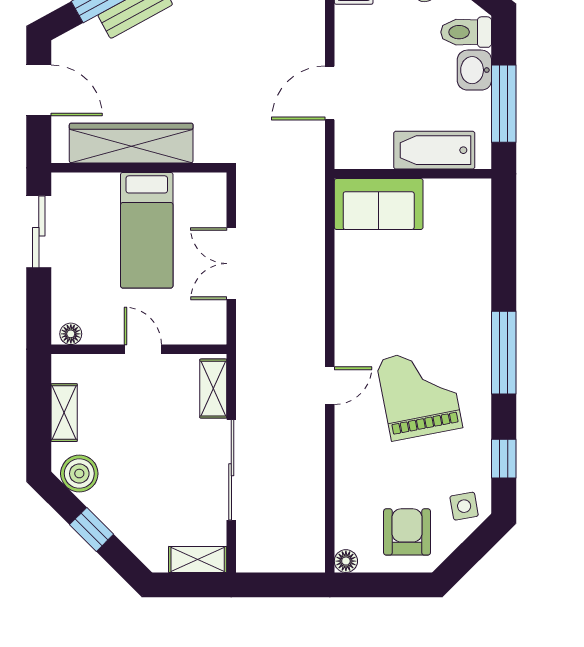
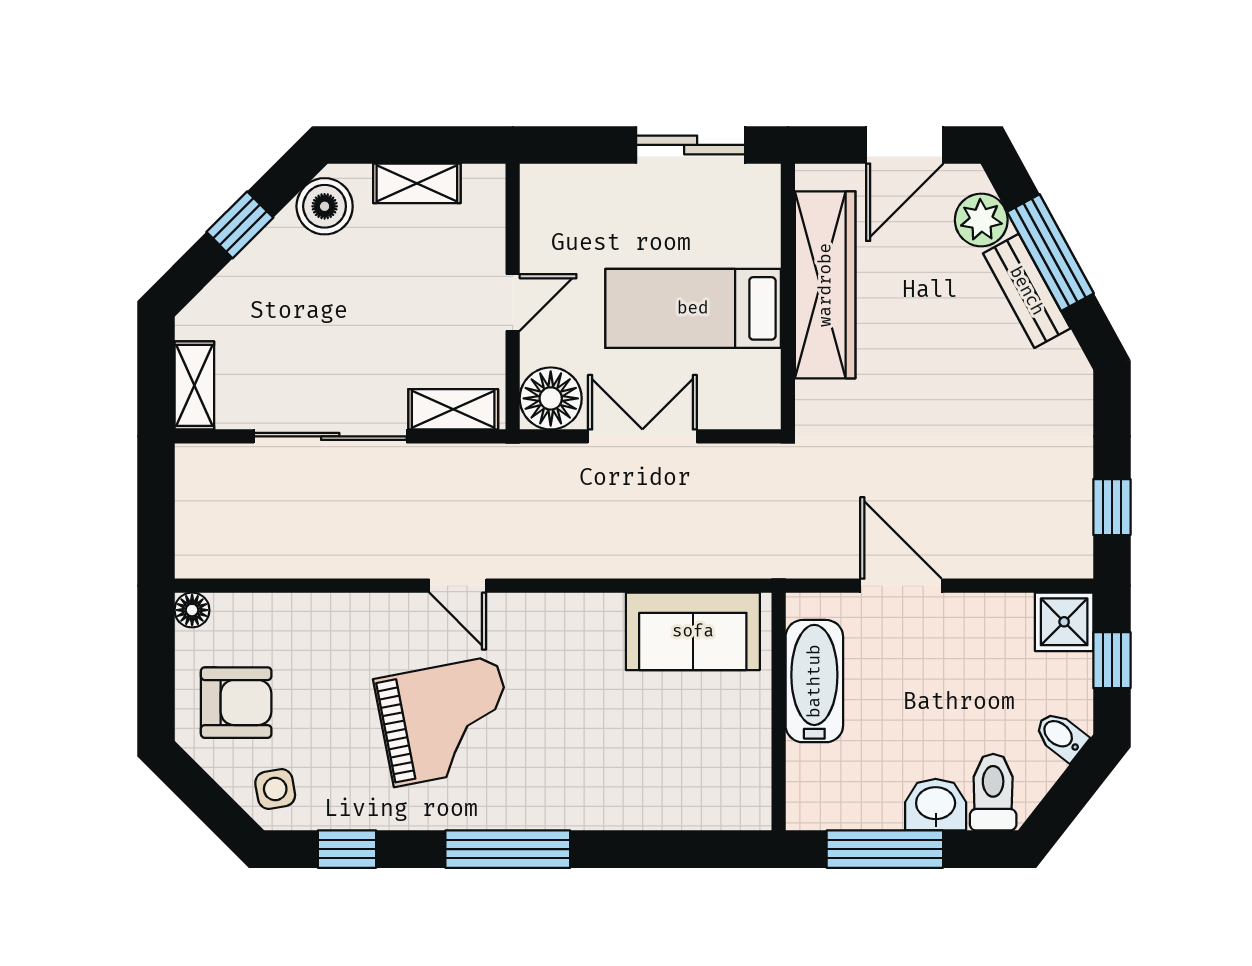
plant: (88, 40) -> (981, 220), added
bathtub: (434, 150) -> (814, 681), moved
sofa: (379, 204) -> (693, 631), moved, turned -90
floor lamp: (71, 334) -> (551, 398), moved, width x1.89, depth x1.89

